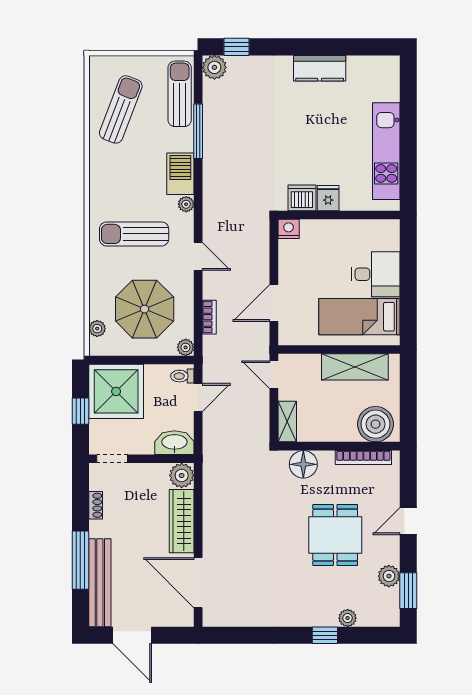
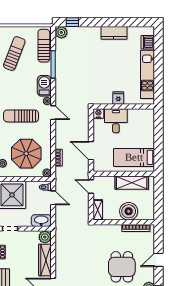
dishwasher: (302, 198) -> (148, 42), moved, turned -90
door: (198, 256) -> (53, 113), moved
desk: (376, 274) -> (116, 121), moved, turned -90
door: (274, 303) -> (91, 151), hinge flipped
door: (198, 398) -> (53, 198), hinge flipped
boiler: (376, 424) -> (129, 211), moved
floor lamp: (303, 464) -> (106, 231), removed

